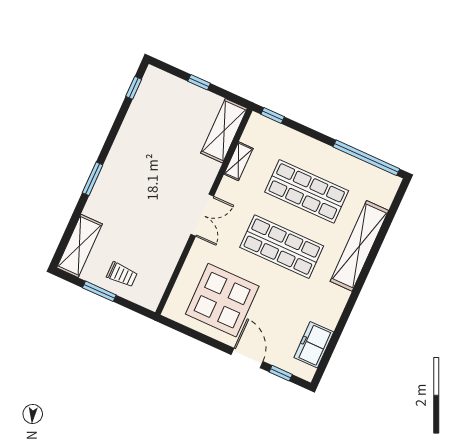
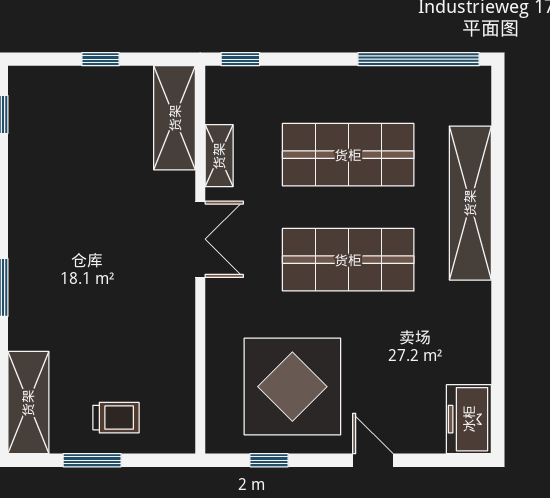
double door: (202, 215) -> (200, 239), moved
freezer: (314, 345) -> (469, 419), moved
door: (247, 358) -> (373, 460), width x0.73
window: (281, 373) -> (269, 460), moved

